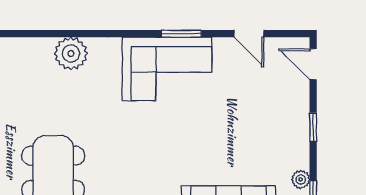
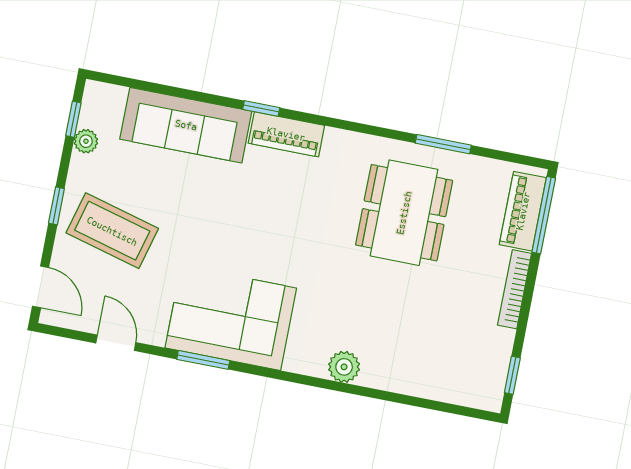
plant: (71, 53) -> (344, 367), width x0.73, depth x0.73
coffee table: (268, 117) -> (112, 231), added

